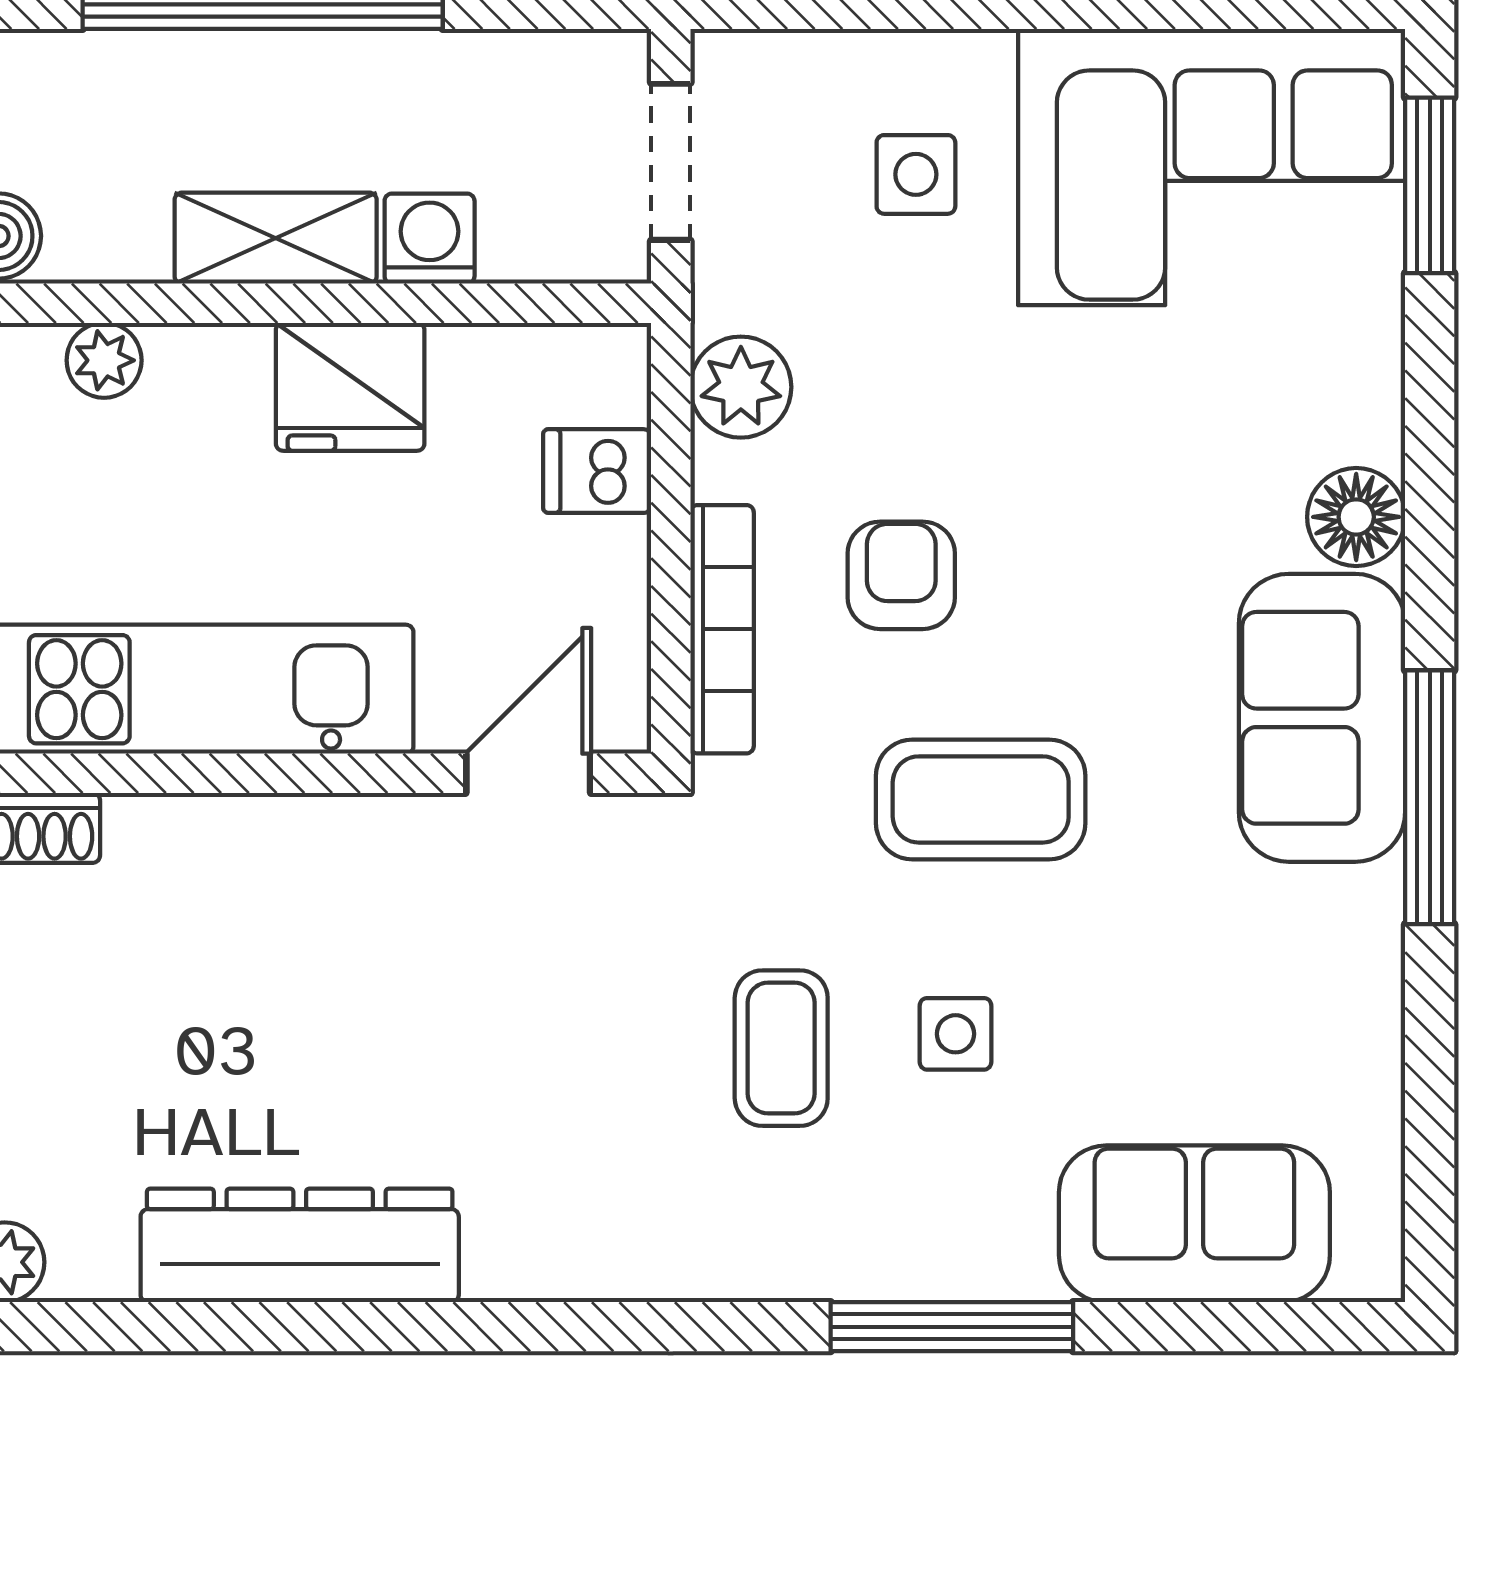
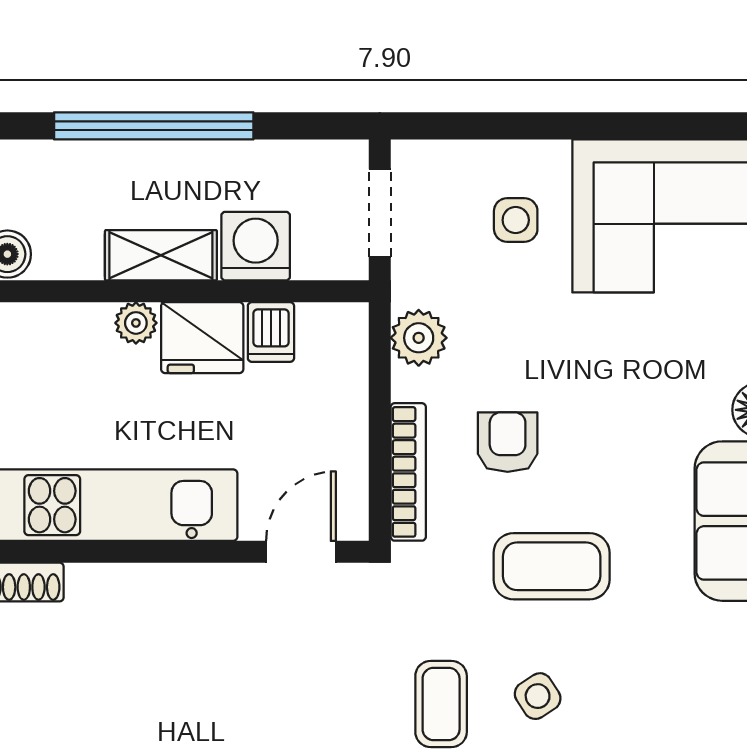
washing machine: (430, 239) -> (256, 246), width x1.38, depth x1.38
plant: (104, 360) -> (136, 323), moved
dishwasher: (597, 471) -> (271, 332), moved, turned -90
side table: (956, 1034) -> (538, 696), turned -33

